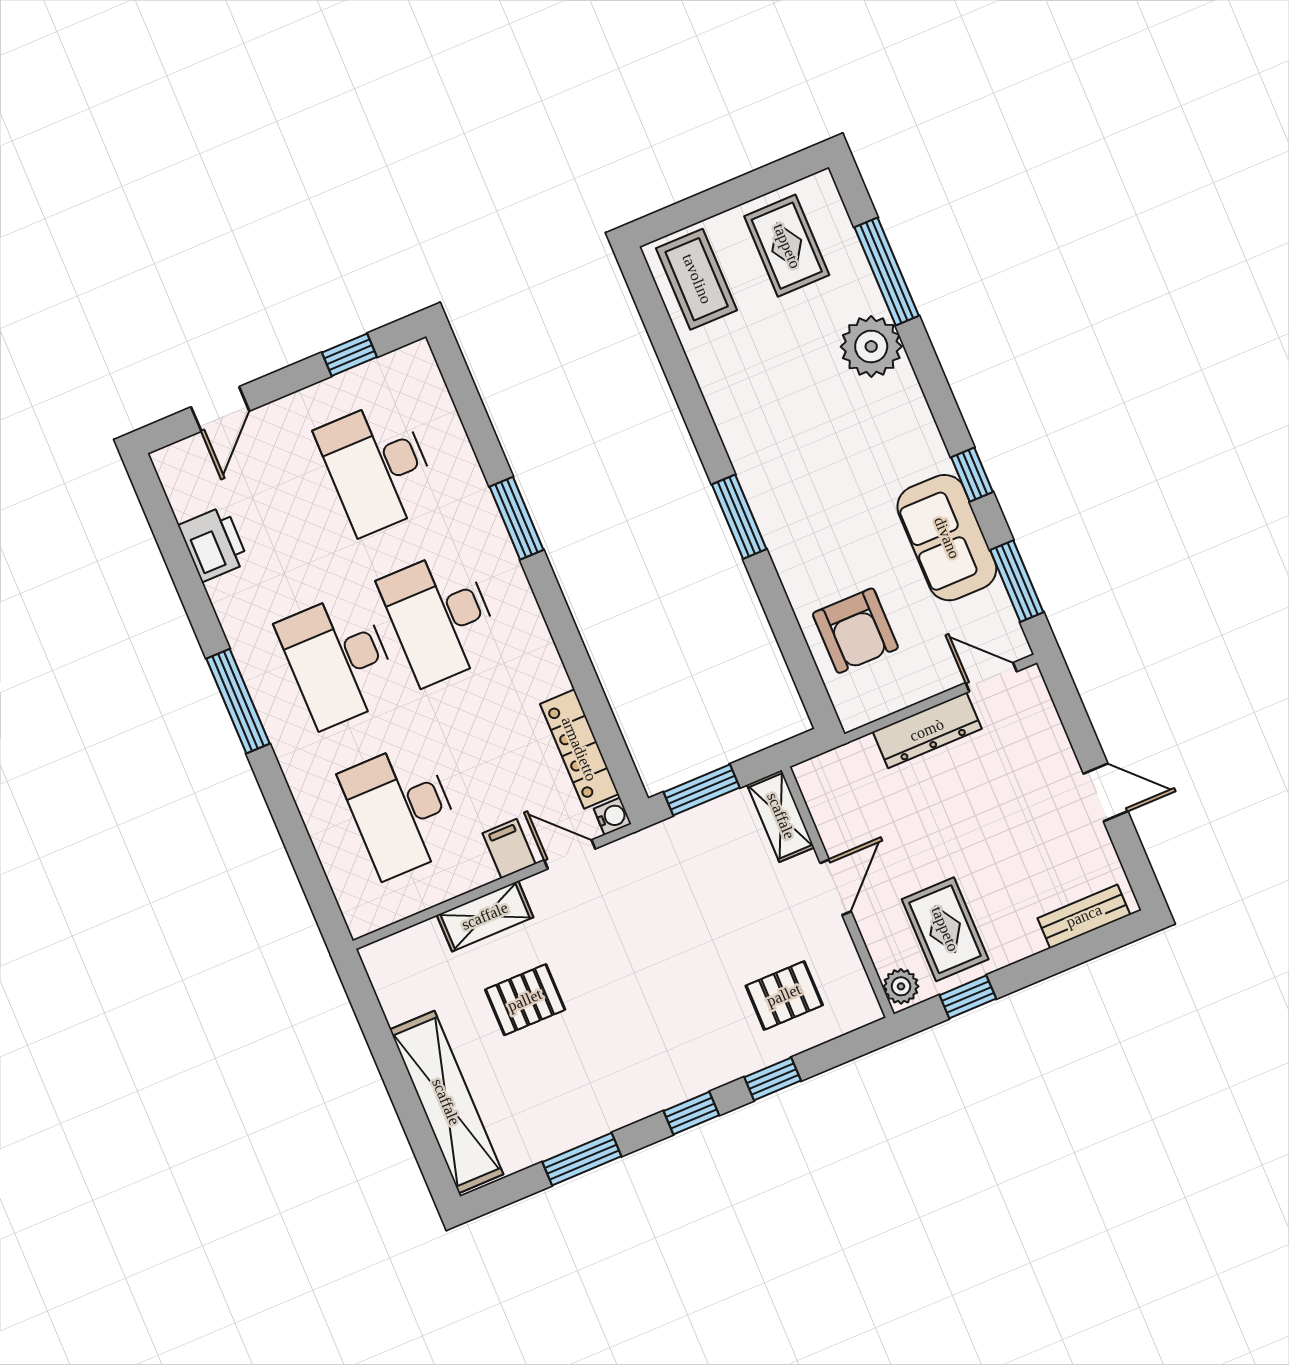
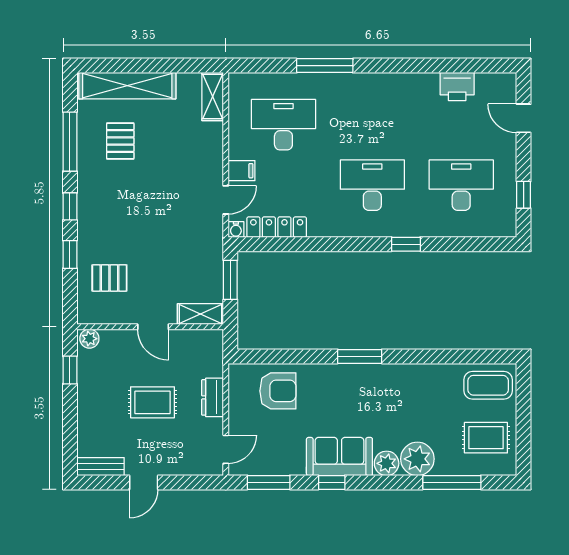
plant: (901, 395) -> (387, 463), added
window: (517, 518) -> (406, 244), width x0.67
sofa: (947, 538) -> (339, 457), moved
armchair: (855, 631) -> (278, 391), turned 180
desk: (338, 660) -> (372, 125), removed
window: (238, 701) -> (325, 66), moved
dresser: (927, 730) -> (213, 397), width x0.70
shelving: (485, 916) -> (213, 97), moved
bench: (1084, 916) -> (100, 467), moved, turned 90
rug: (945, 929) -> (153, 402), moved
pallet: (784, 995) -> (109, 278), turned 90
pallet: (525, 1000) -> (120, 141), moved
window: (582, 1159) -> (70, 142), width x1.44

